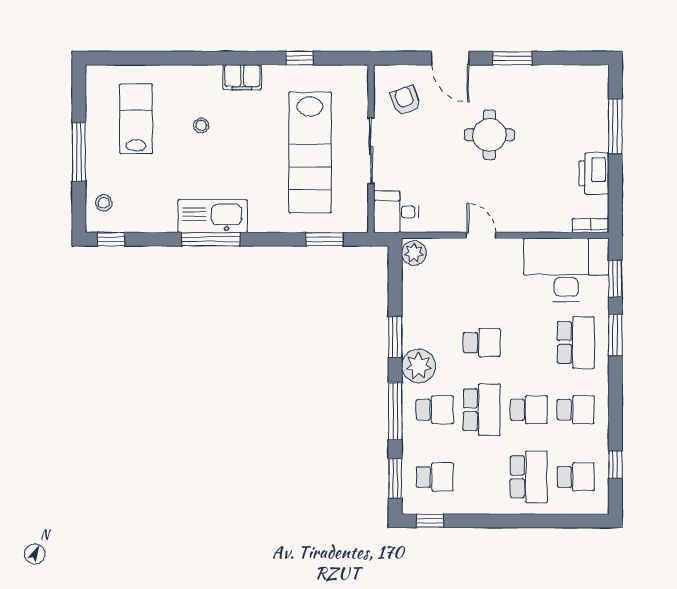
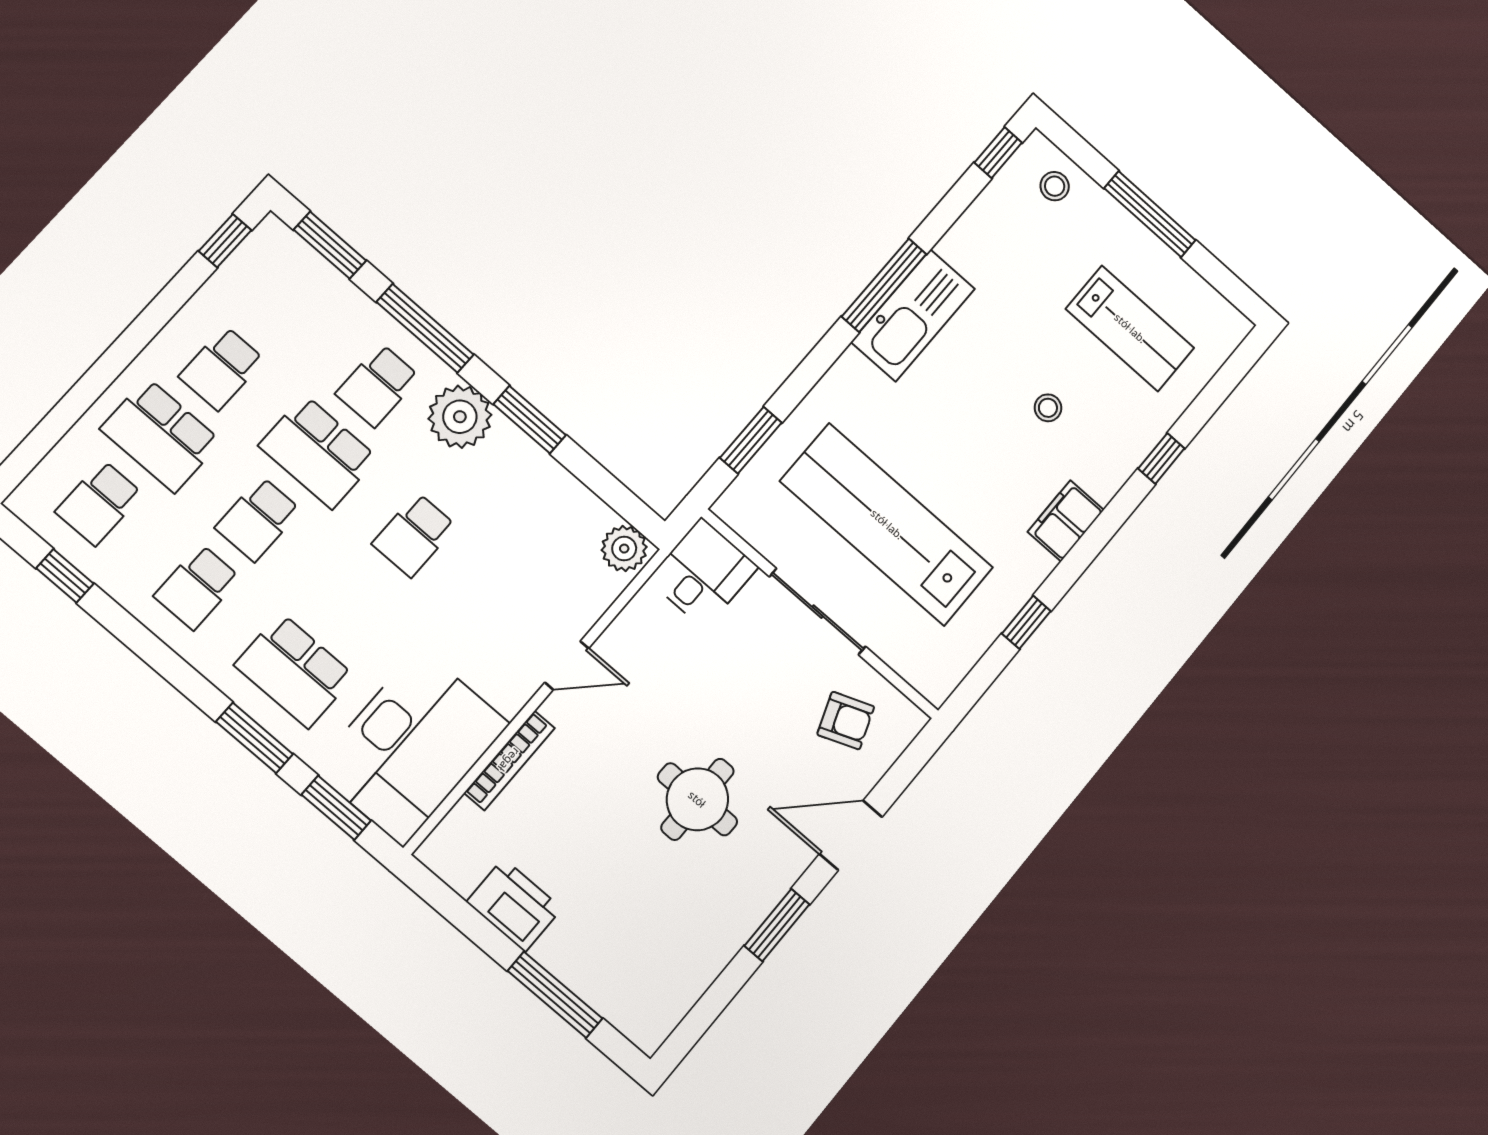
window: (180, 58) -> (1161, 458), added
bookcase: (591, 225) -> (509, 760), moved, width x1.56
school desk: (435, 477) -> (222, 368), moved

